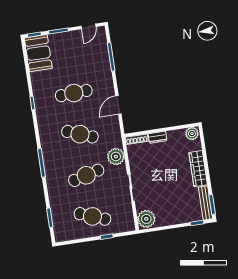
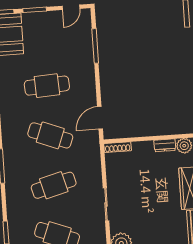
door: (118, 105) -> (100, 118), moved
dresser: (157, 137) -> (165, 145), moved
plant: (116, 157) -> (91, 166), removed

